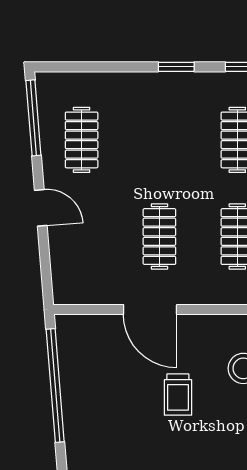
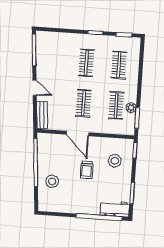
clothes rail: (82, 140) -> (86, 63), moved
bench: (63, 271) -> (42, 115), added
stool: (97, 428) -> (52, 181), added

